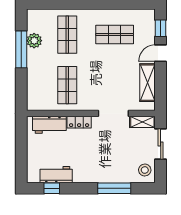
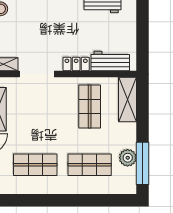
shop shelf: (67, 35) -> (90, 165), turned 90
window: (21, 49) -> (143, 163), moved
shelving: (34, 91) -> (127, 99), added

